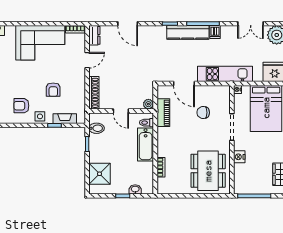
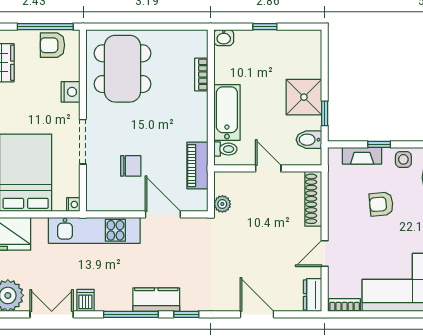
kitchen counter: (188, 32) -> (156, 300), width x0.67
dishwasher: (215, 32) -> (85, 300), moved
armchair: (53, 90) -> (381, 204), turned -95
plant: (148, 104) -> (222, 204), moved
shower: (99, 174) -> (304, 97), moved
armchair: (250, 185) -> (52, 45), added
washbasin: (135, 189) -> (224, 38), moved

